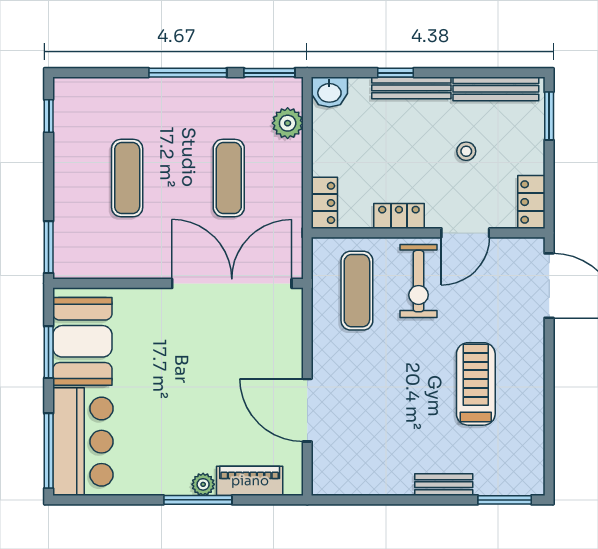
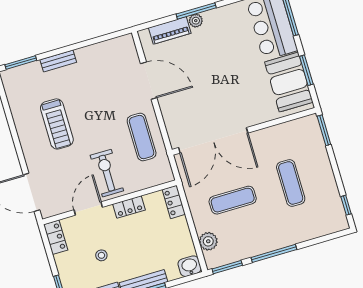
exercise mat: (229, 178) -> (233, 200), turned 90
exercise mat: (357, 291) -> (142, 137), moved

